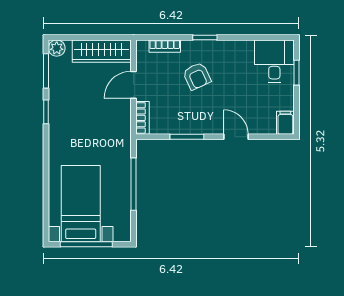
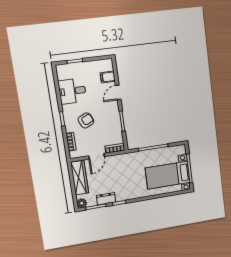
desk: (274, 61) -> (72, 91), moved
door: (133, 85) -> (97, 156), hinge flipped
dresser: (57, 90) -> (106, 199), added
filing cabinet: (285, 123) -> (108, 77), moved

